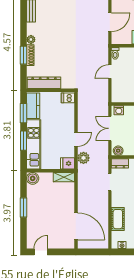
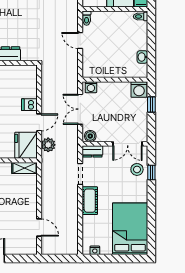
door: (110, 72) -> (80, 41), hinge flipped
dishwasher: (68, 98) -> (29, 105), moved
fridge: (67, 163) -> (26, 145), width x1.88, depth x1.34
cot: (118, 219) -> (90, 201), moved
door: (76, 226) -> (39, 228), width x0.53

